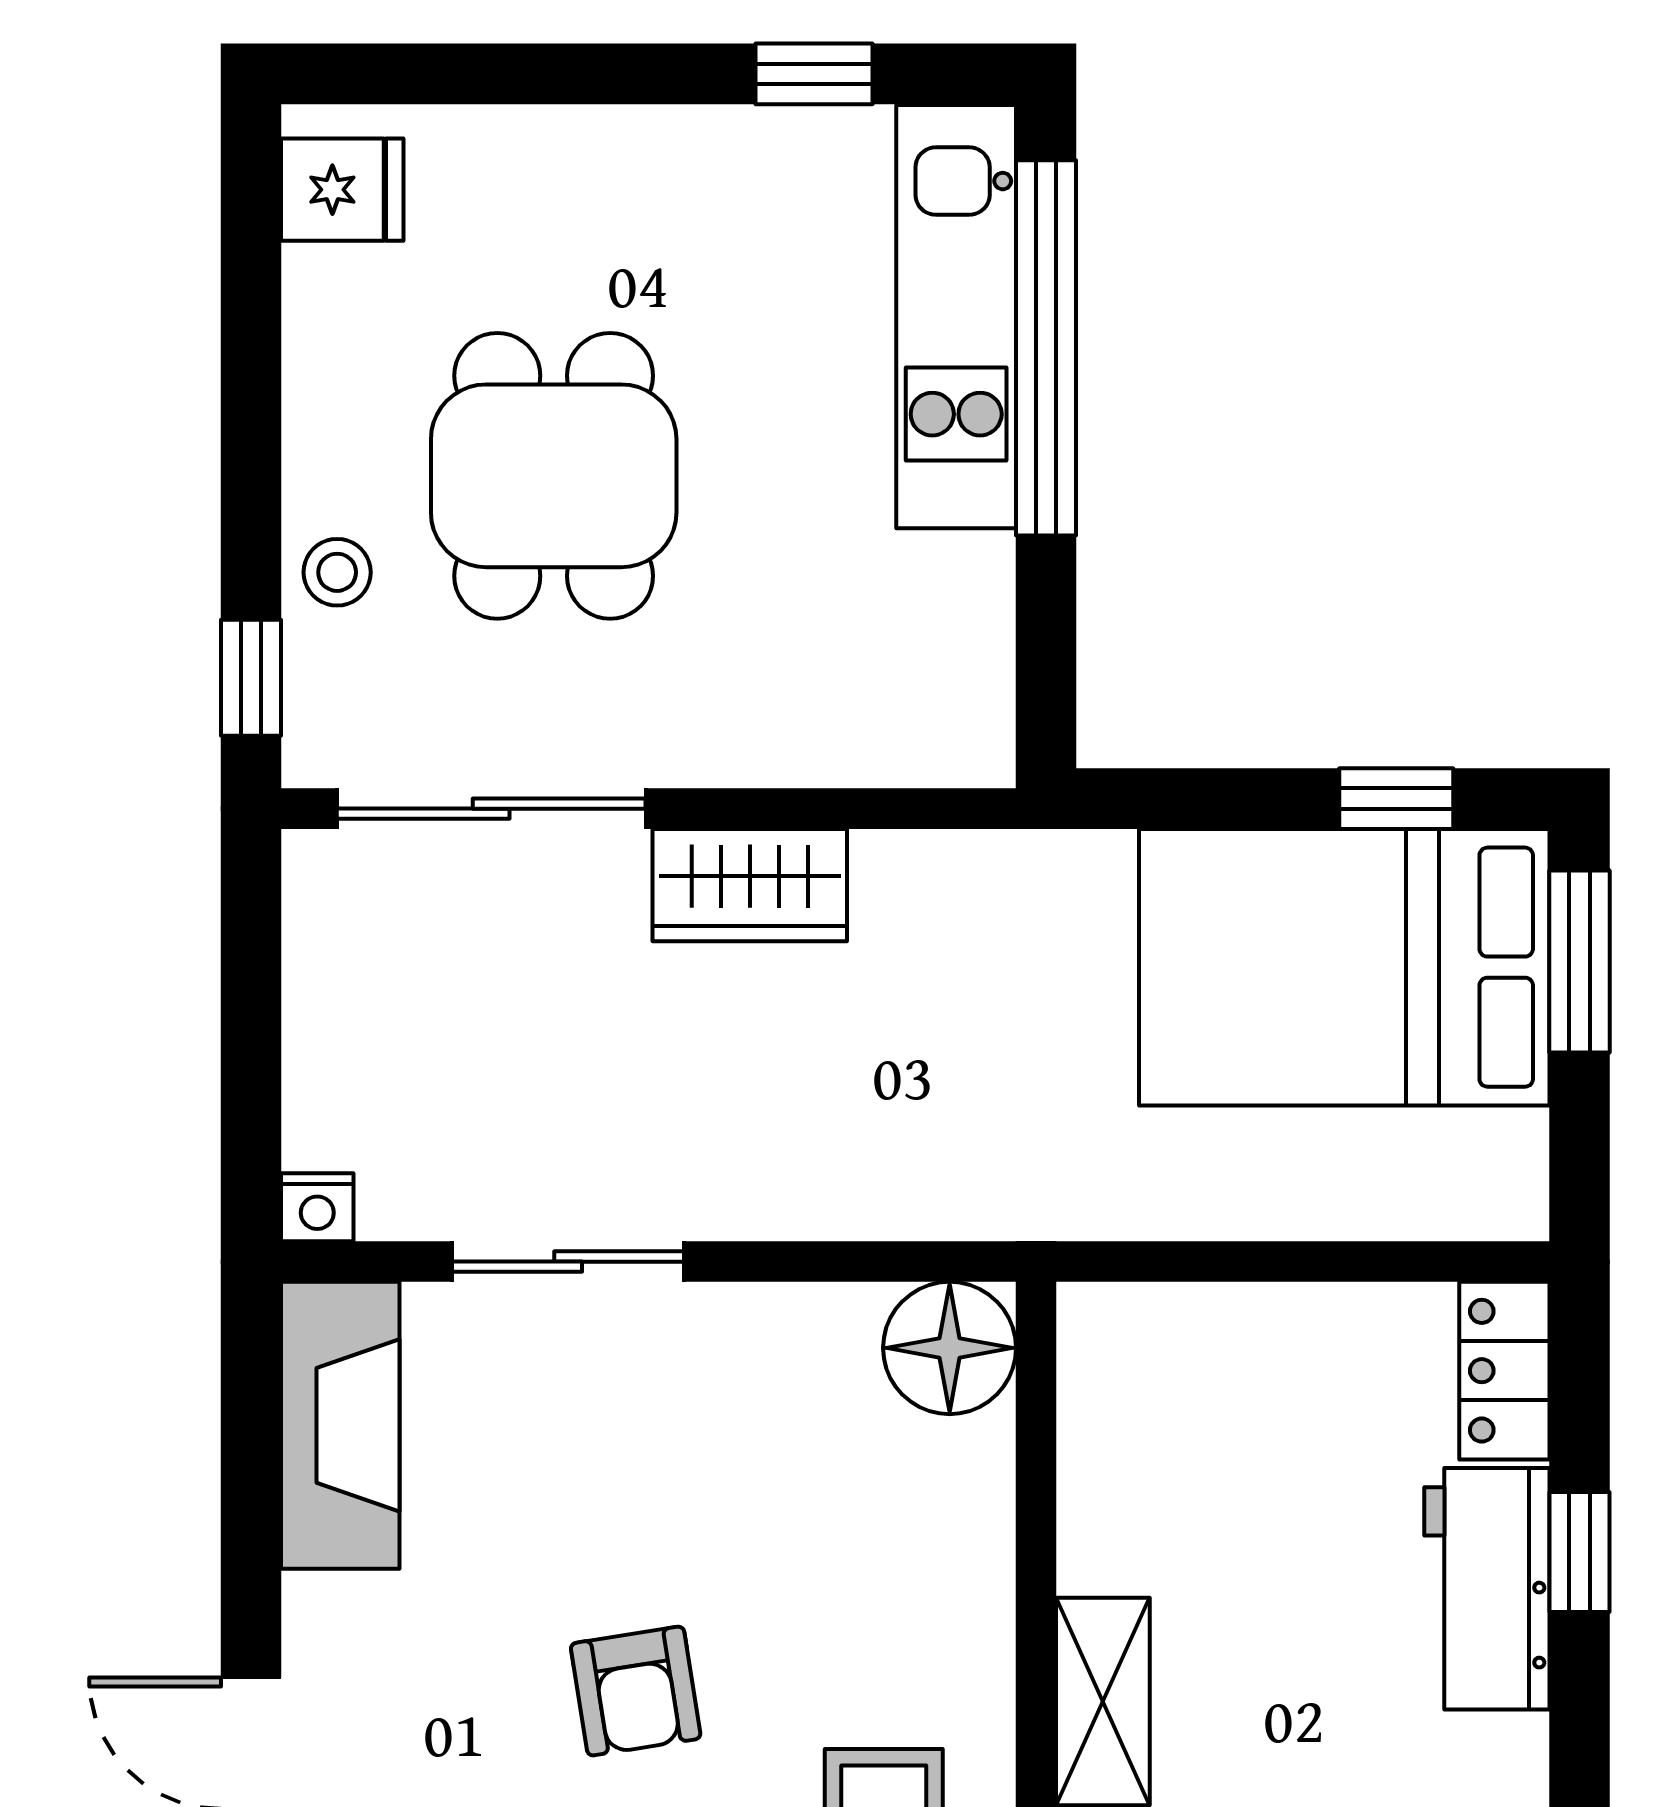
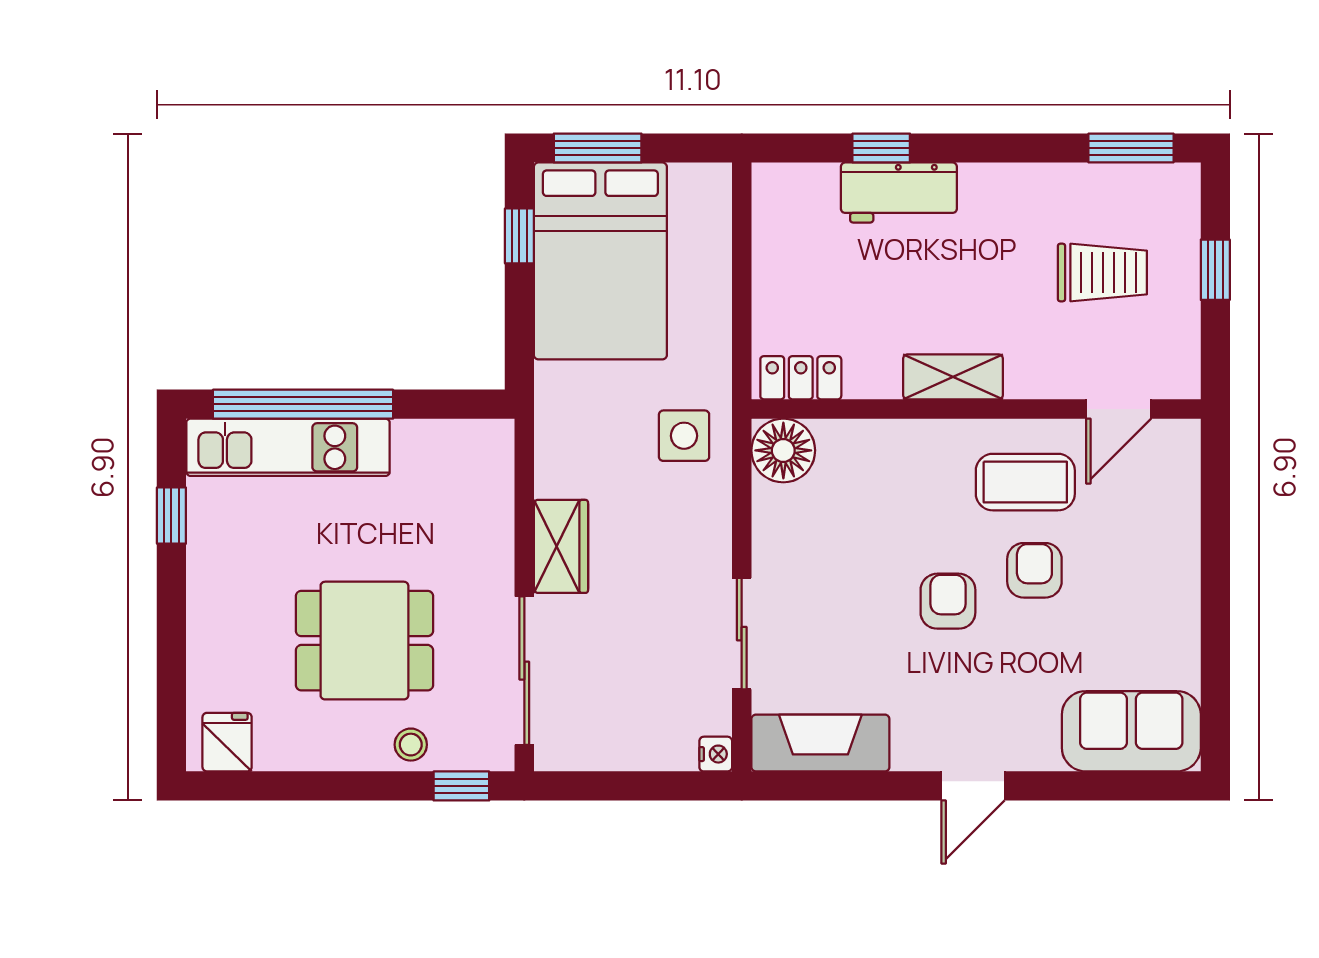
side table: (980, 1141) -> (684, 436), added
locker: (1504, 1371) -> (801, 378), moved, turned 180
armchair: (636, 1691) -> (948, 601), turned -81

